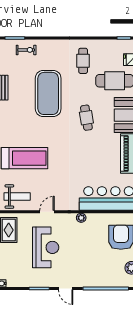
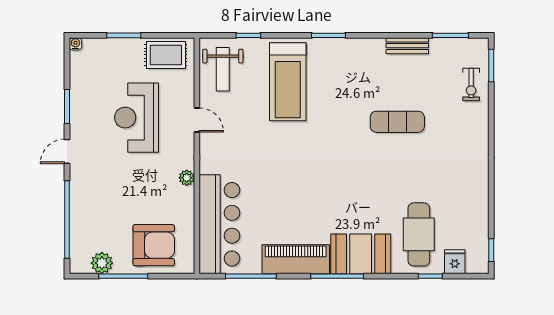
cafe table: (83, 61) -> (453, 181), removed
exercise mat: (48, 93) -> (397, 122), width x0.50, depth x0.69
cafe table: (86, 118) -> (356, 187), removed
reception desk: (46, 247) -> (137, 118), turned 90

